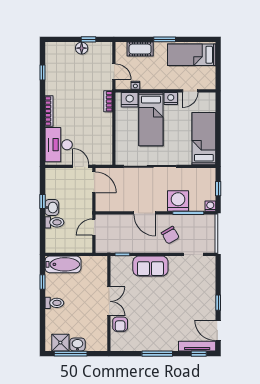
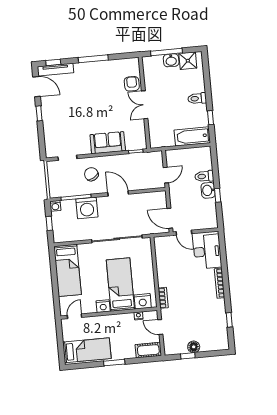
cot: (140, 49) -> (148, 350), moved
door: (190, 91) -> (75, 316), moved
window: (71, 354) -> (166, 52), moved

